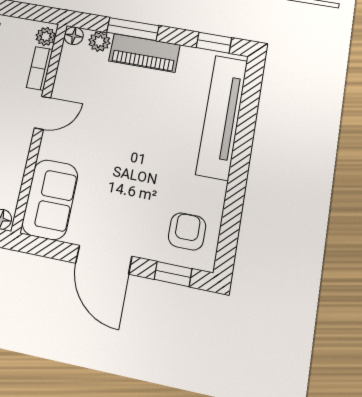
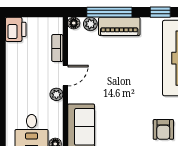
window: (133, 29) -> (109, 12), width x1.44
plant: (46, 36) -> (56, 94), moved
armchair: (187, 231) -> (163, 129), turned 180

